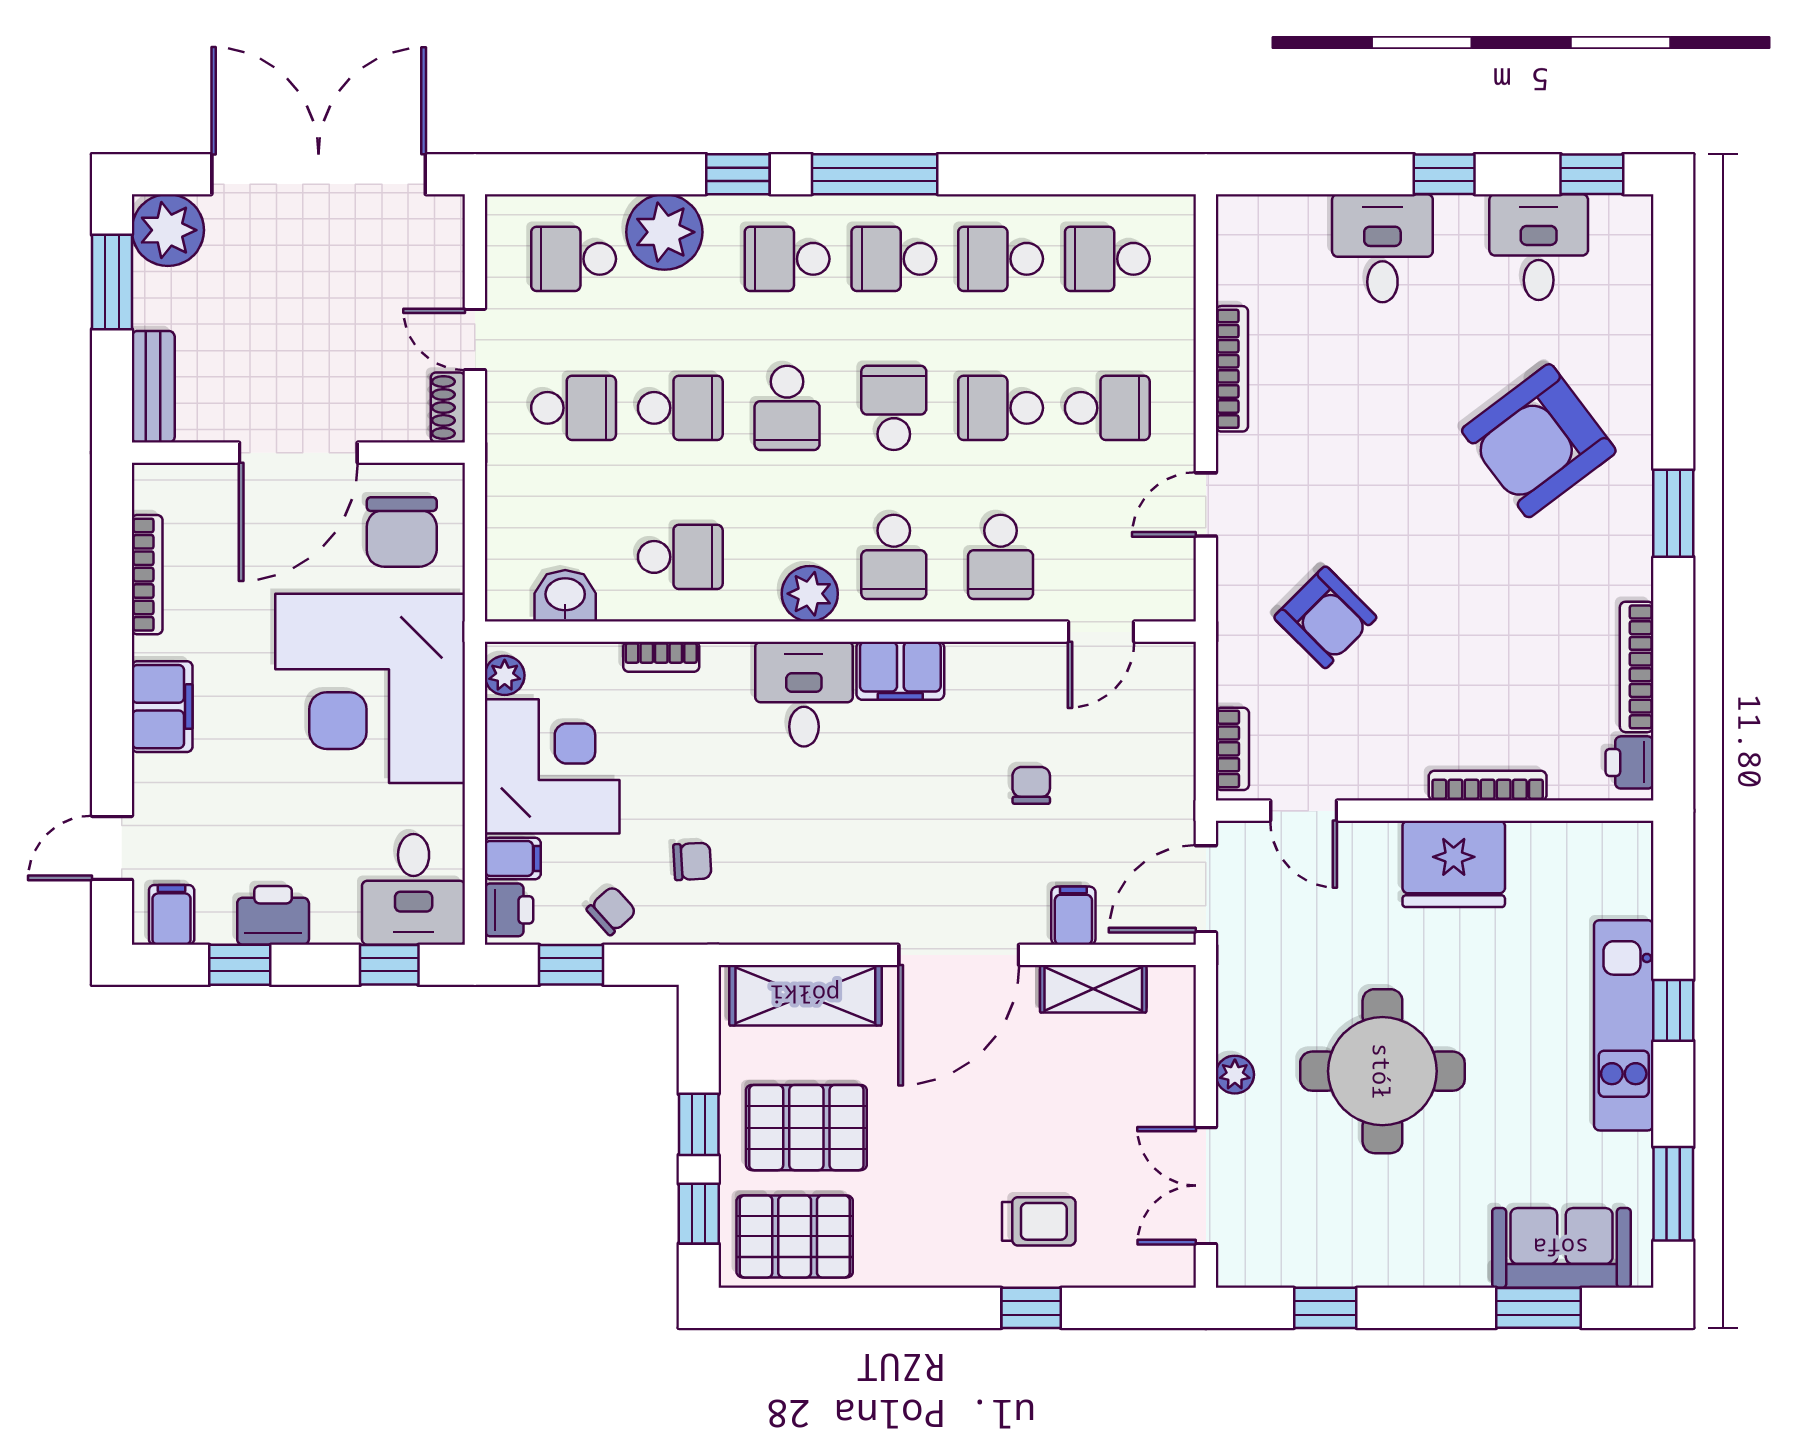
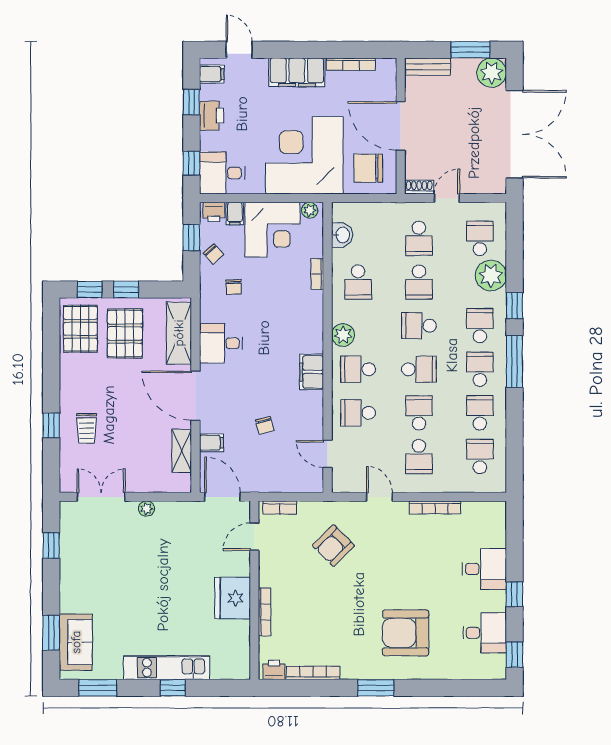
armchair: (1539, 441) -> (406, 633), turned -53
desk: (804, 694) -> (221, 343), moved, turned 180
filing cabinet: (162, 707) -> (297, 72), width x1.50, depth x1.17
chair: (1031, 785) -> (265, 425), turned 75
round table: (1382, 1071) -> (148, 569), removed

